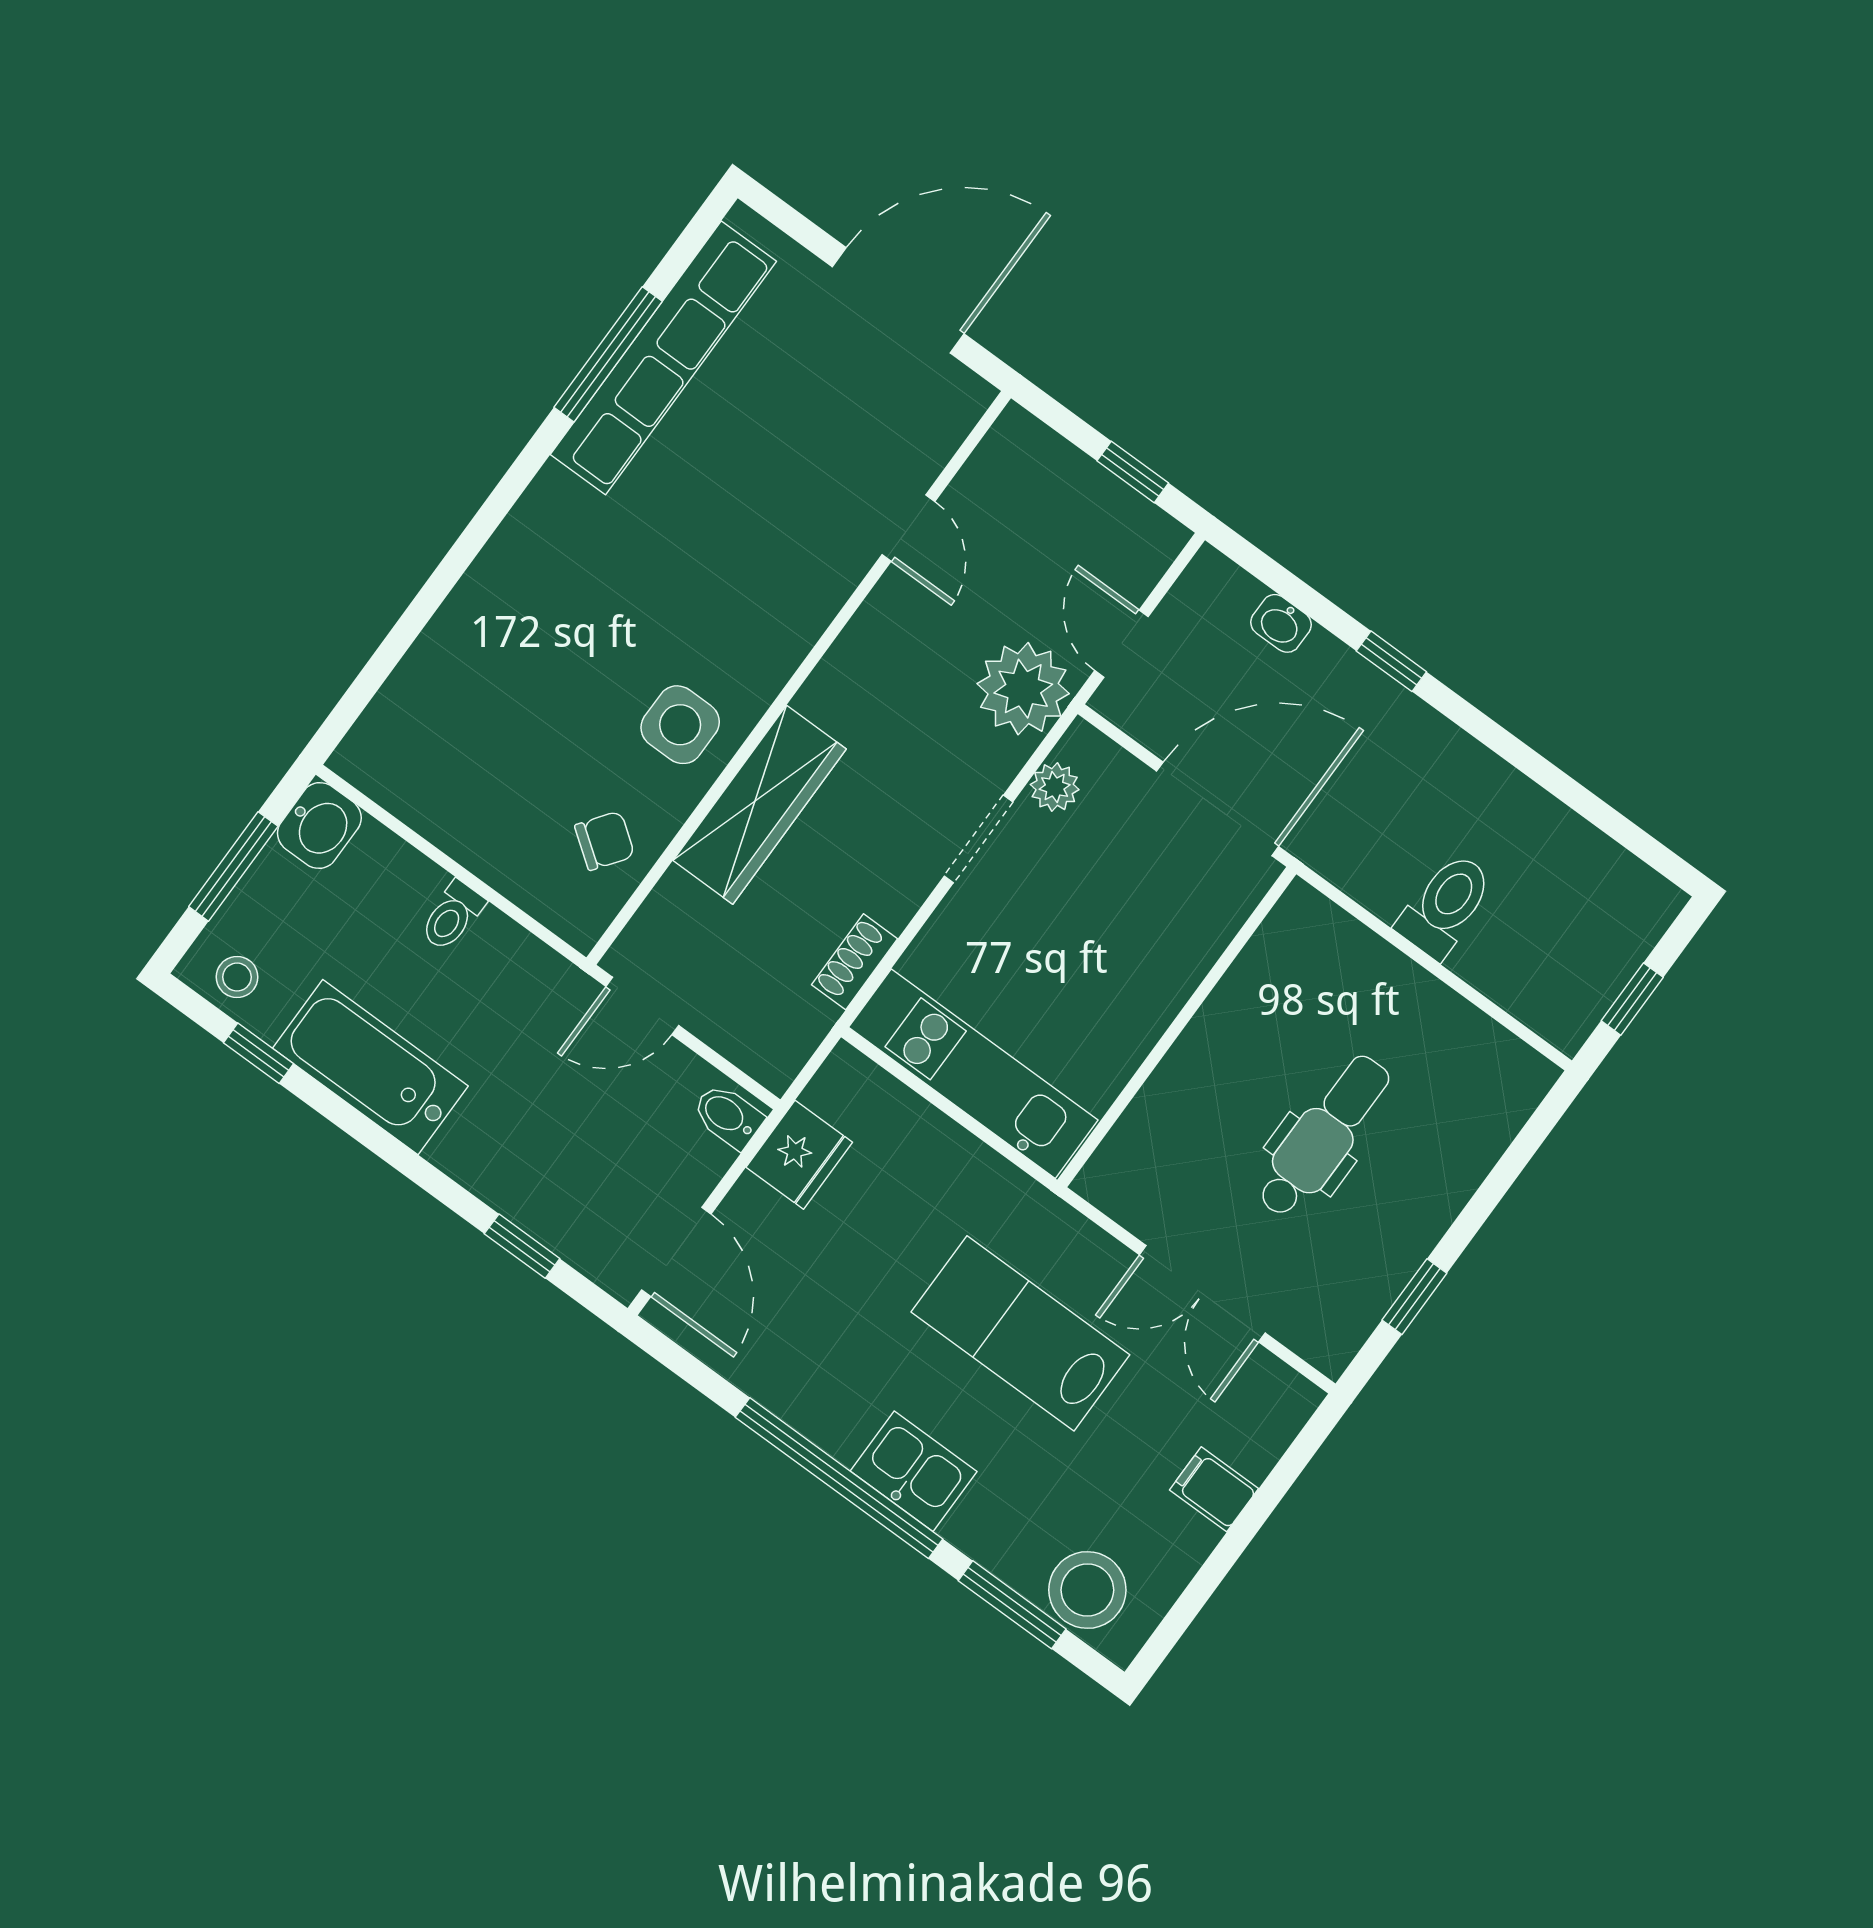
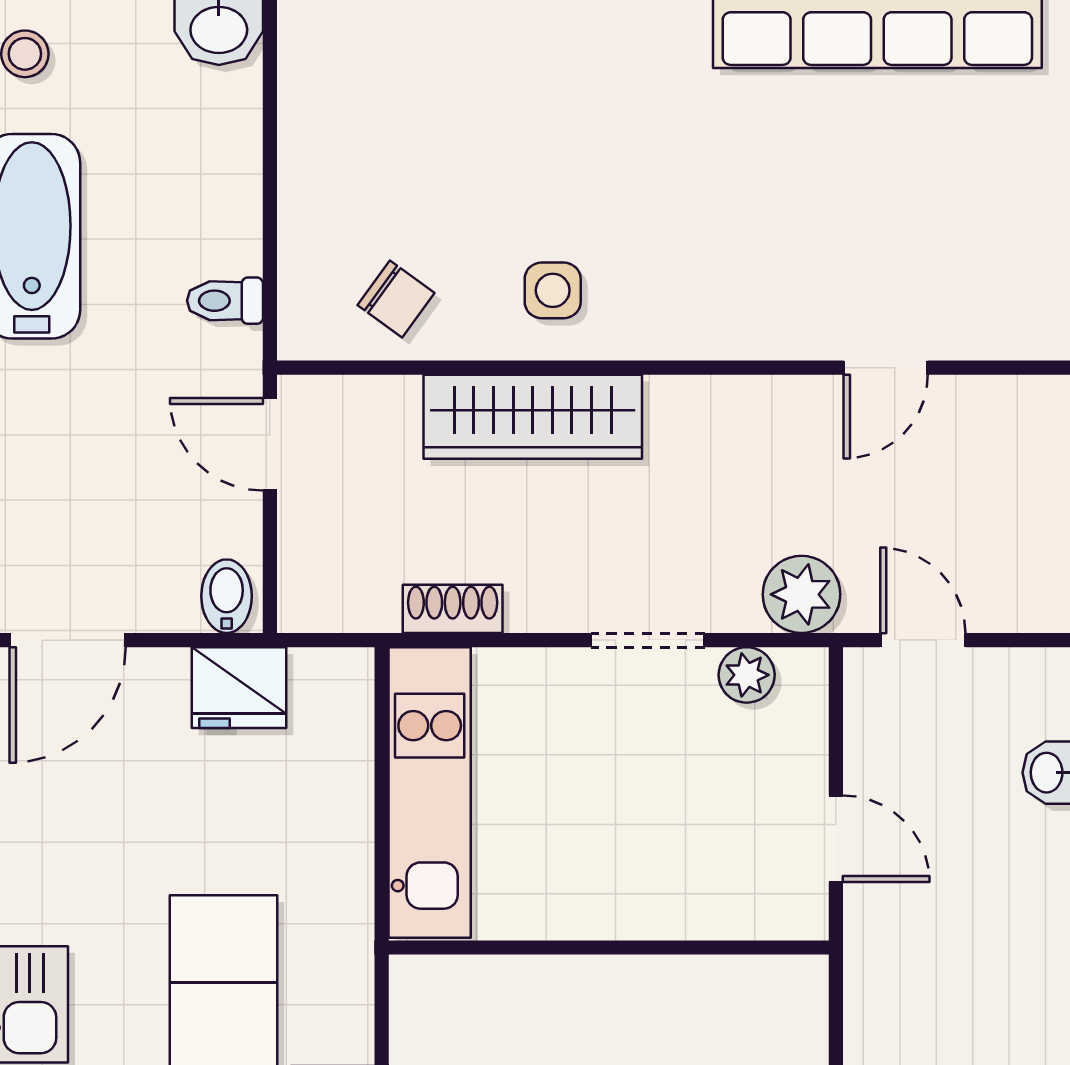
door: (1122, 644) -> (923, 640), hinge flipped
plant: (1023, 689) -> (801, 594), width x0.73, depth x0.73
side table: (680, 725) -> (553, 290), width x0.73, depth x0.73
door: (1218, 809) -> (836, 839), width x0.53
toilet: (452, 916) -> (225, 301), moved

